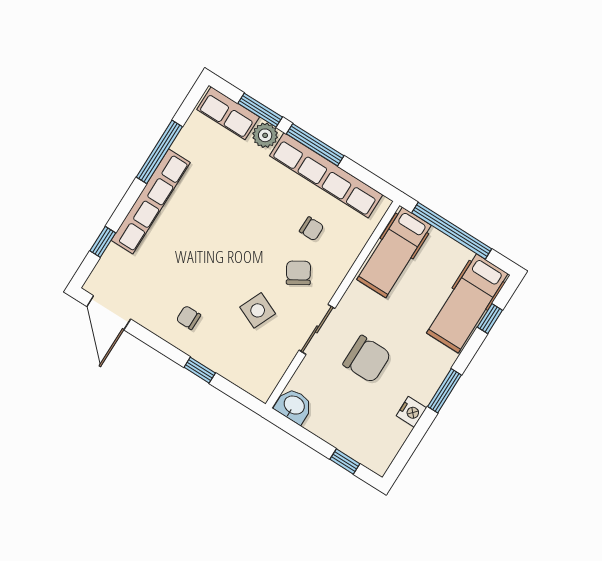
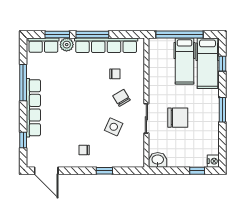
hospital bed: (394, 252) -> (184, 61), moved
nightstand: (411, 412) -> (213, 161), moved

